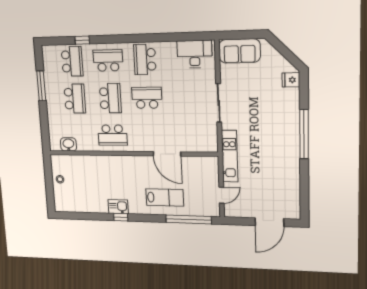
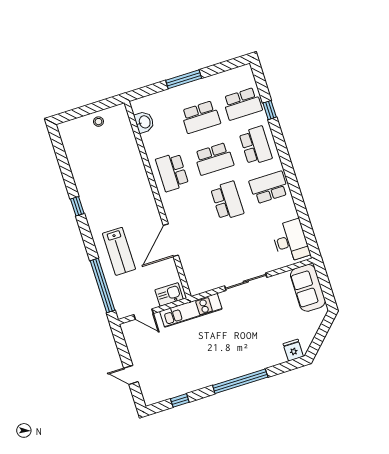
window: (41, 86) -> (184, 79), moved
window: (304, 190) -> (180, 400), added
kitchen sink: (118, 207) -> (169, 295), moved, turned -90
door: (269, 222) -> (131, 375), width x0.53

